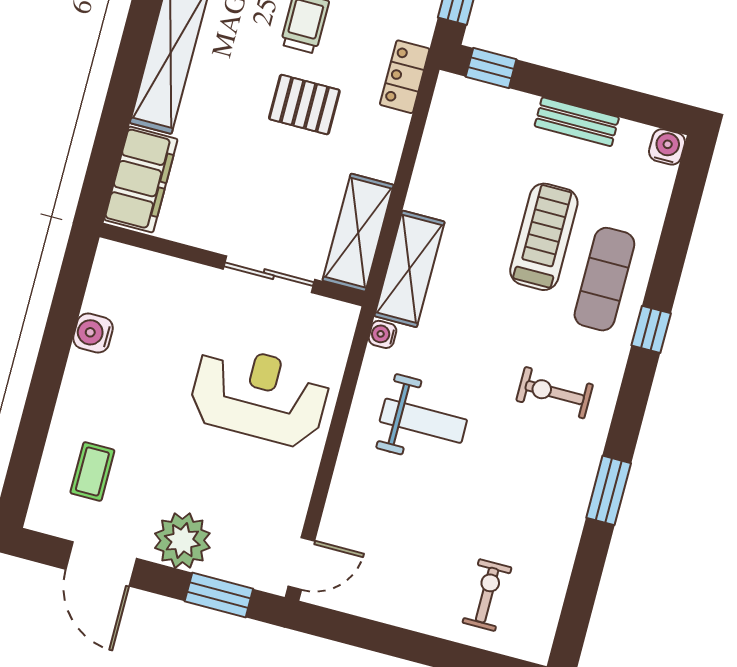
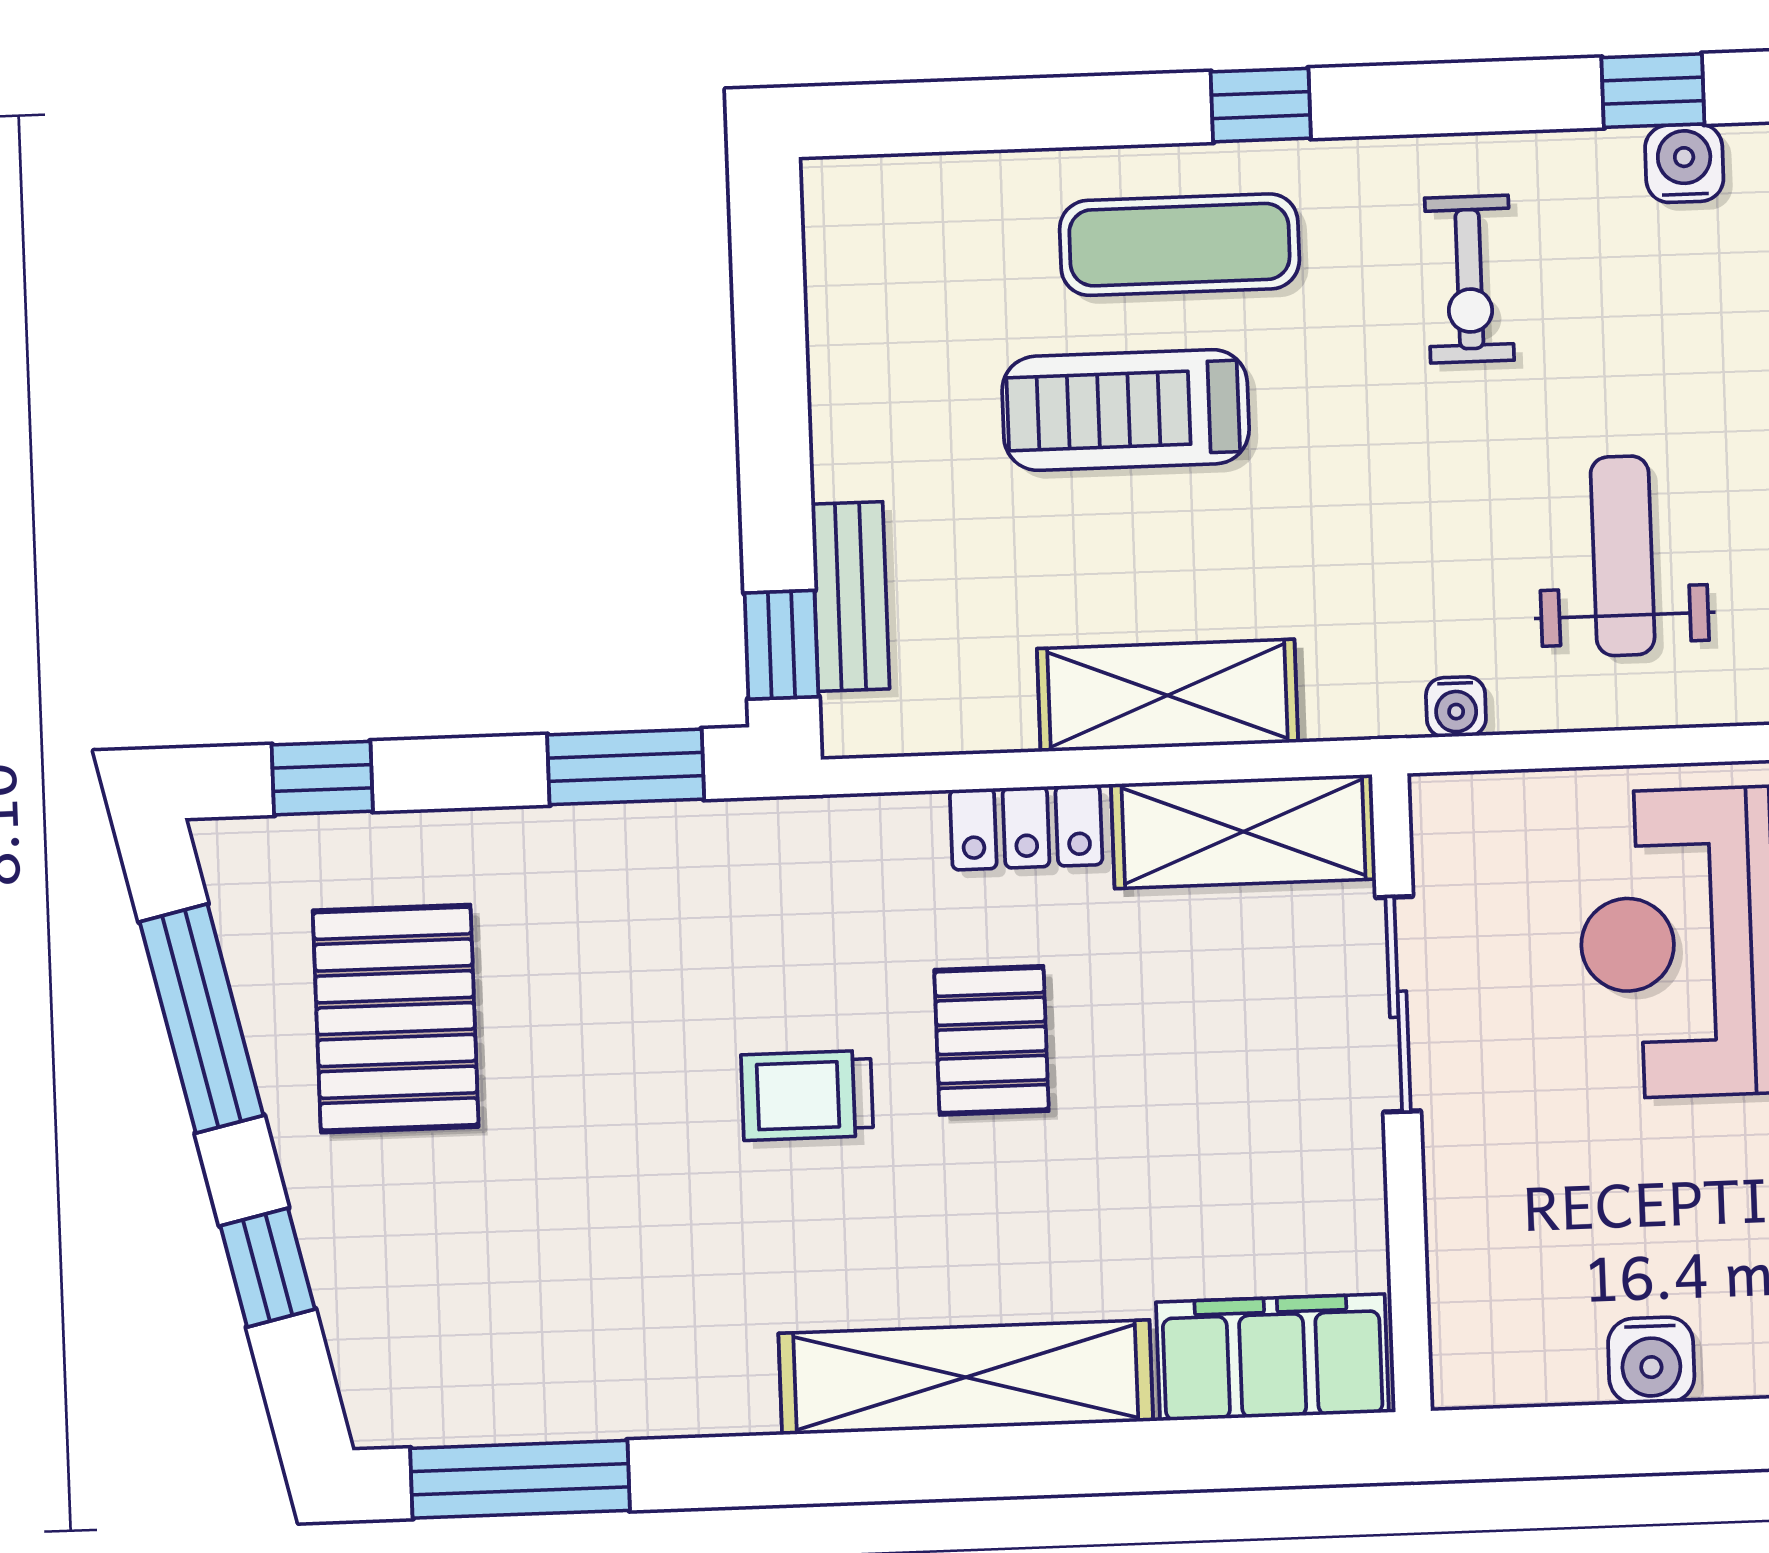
locker: (405, 77) -> (1026, 827), moved
bench: (577, 122) -> (850, 596), moved
water cooler: (667, 147) -> (1684, 163), moved, turned 90
shelving: (410, 269) -> (1167, 695), moved
window: (609, 490) -> (1653, 91), width x0.67

